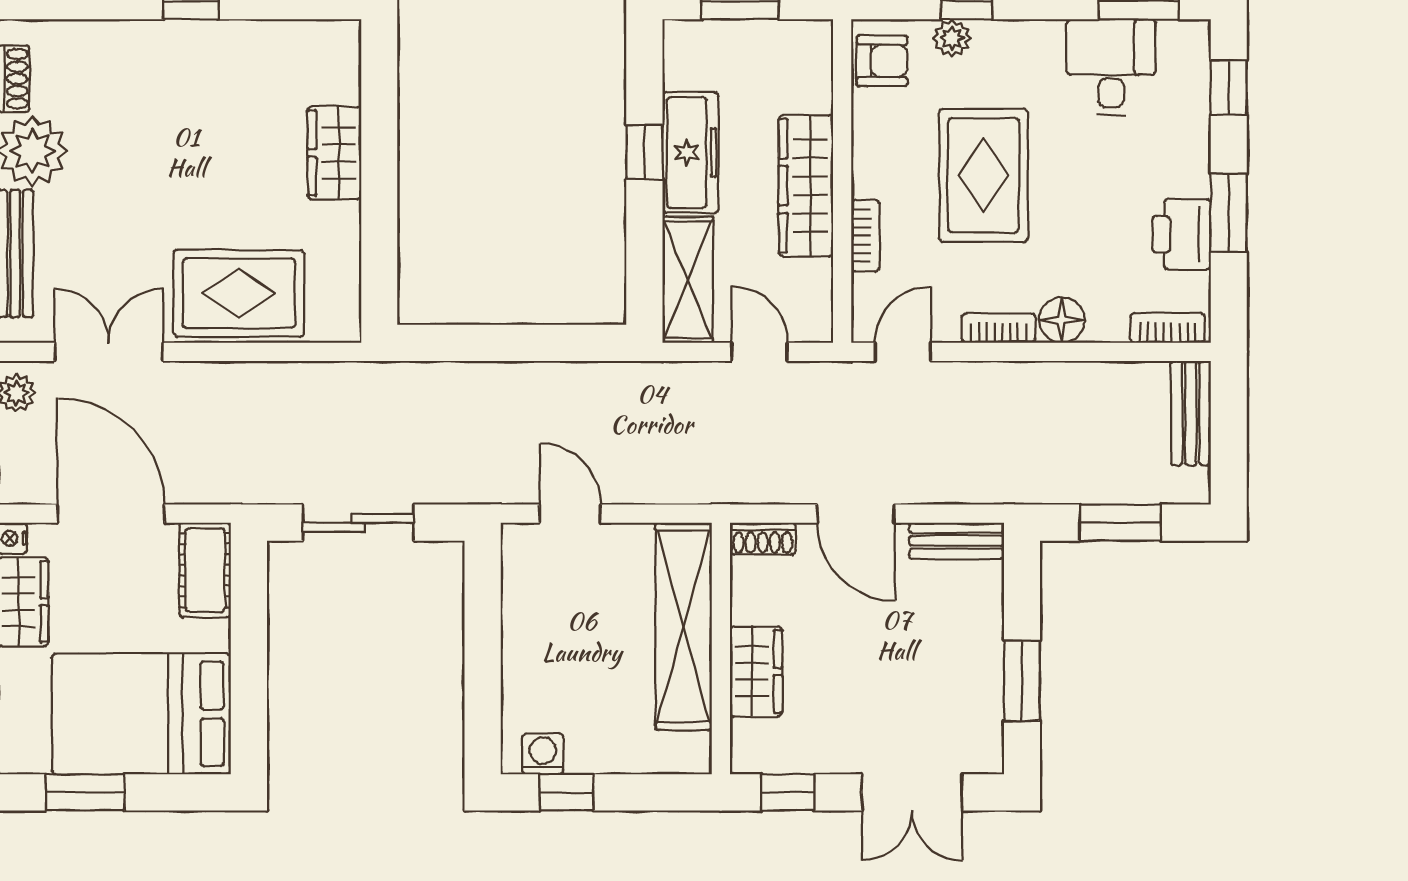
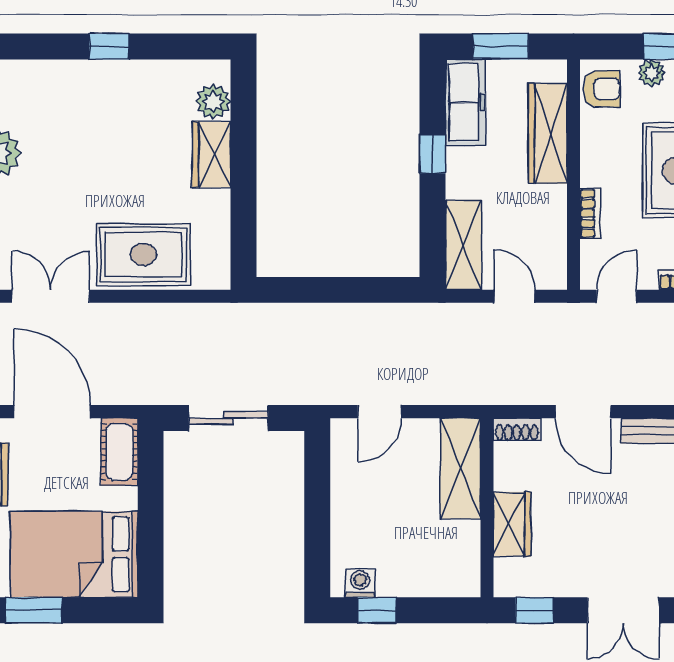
plant: (337, 79) -> (213, 102), added
freezer: (690, 153) -> (465, 102), moved
wardrobe: (806, 186) -> (548, 134), moved
door: (570, 514) -> (380, 412), swing flipped
shelving: (684, 626) -> (460, 468), width x0.68

